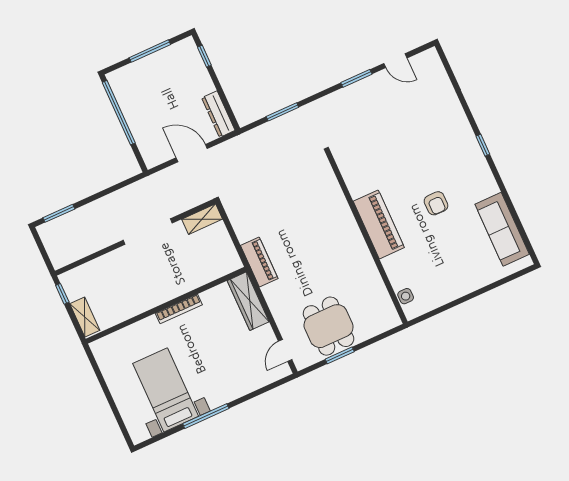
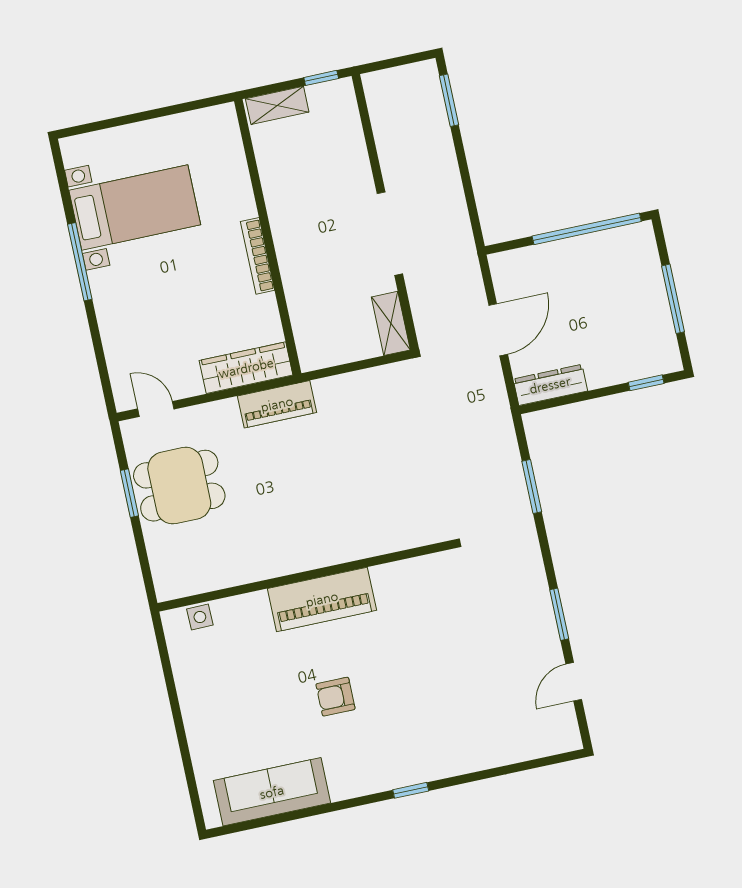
piano: (259, 262) -> (277, 404), moved

